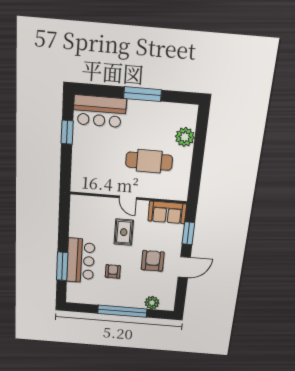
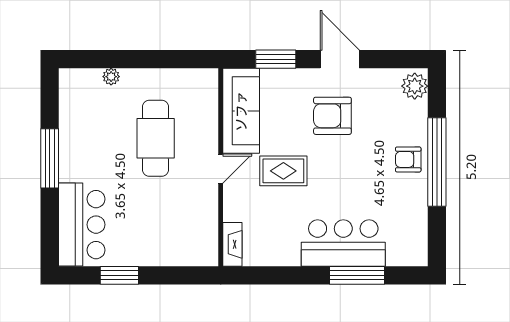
plant: (185, 137) -> (111, 77), width x0.53, depth x0.53
fireplace: (83, 201) -> (232, 244), added
sofa: (167, 212) -> (241, 111), width x1.36
armchair: (113, 271) -> (408, 159), moved
plant: (152, 303) -> (415, 86), moved

